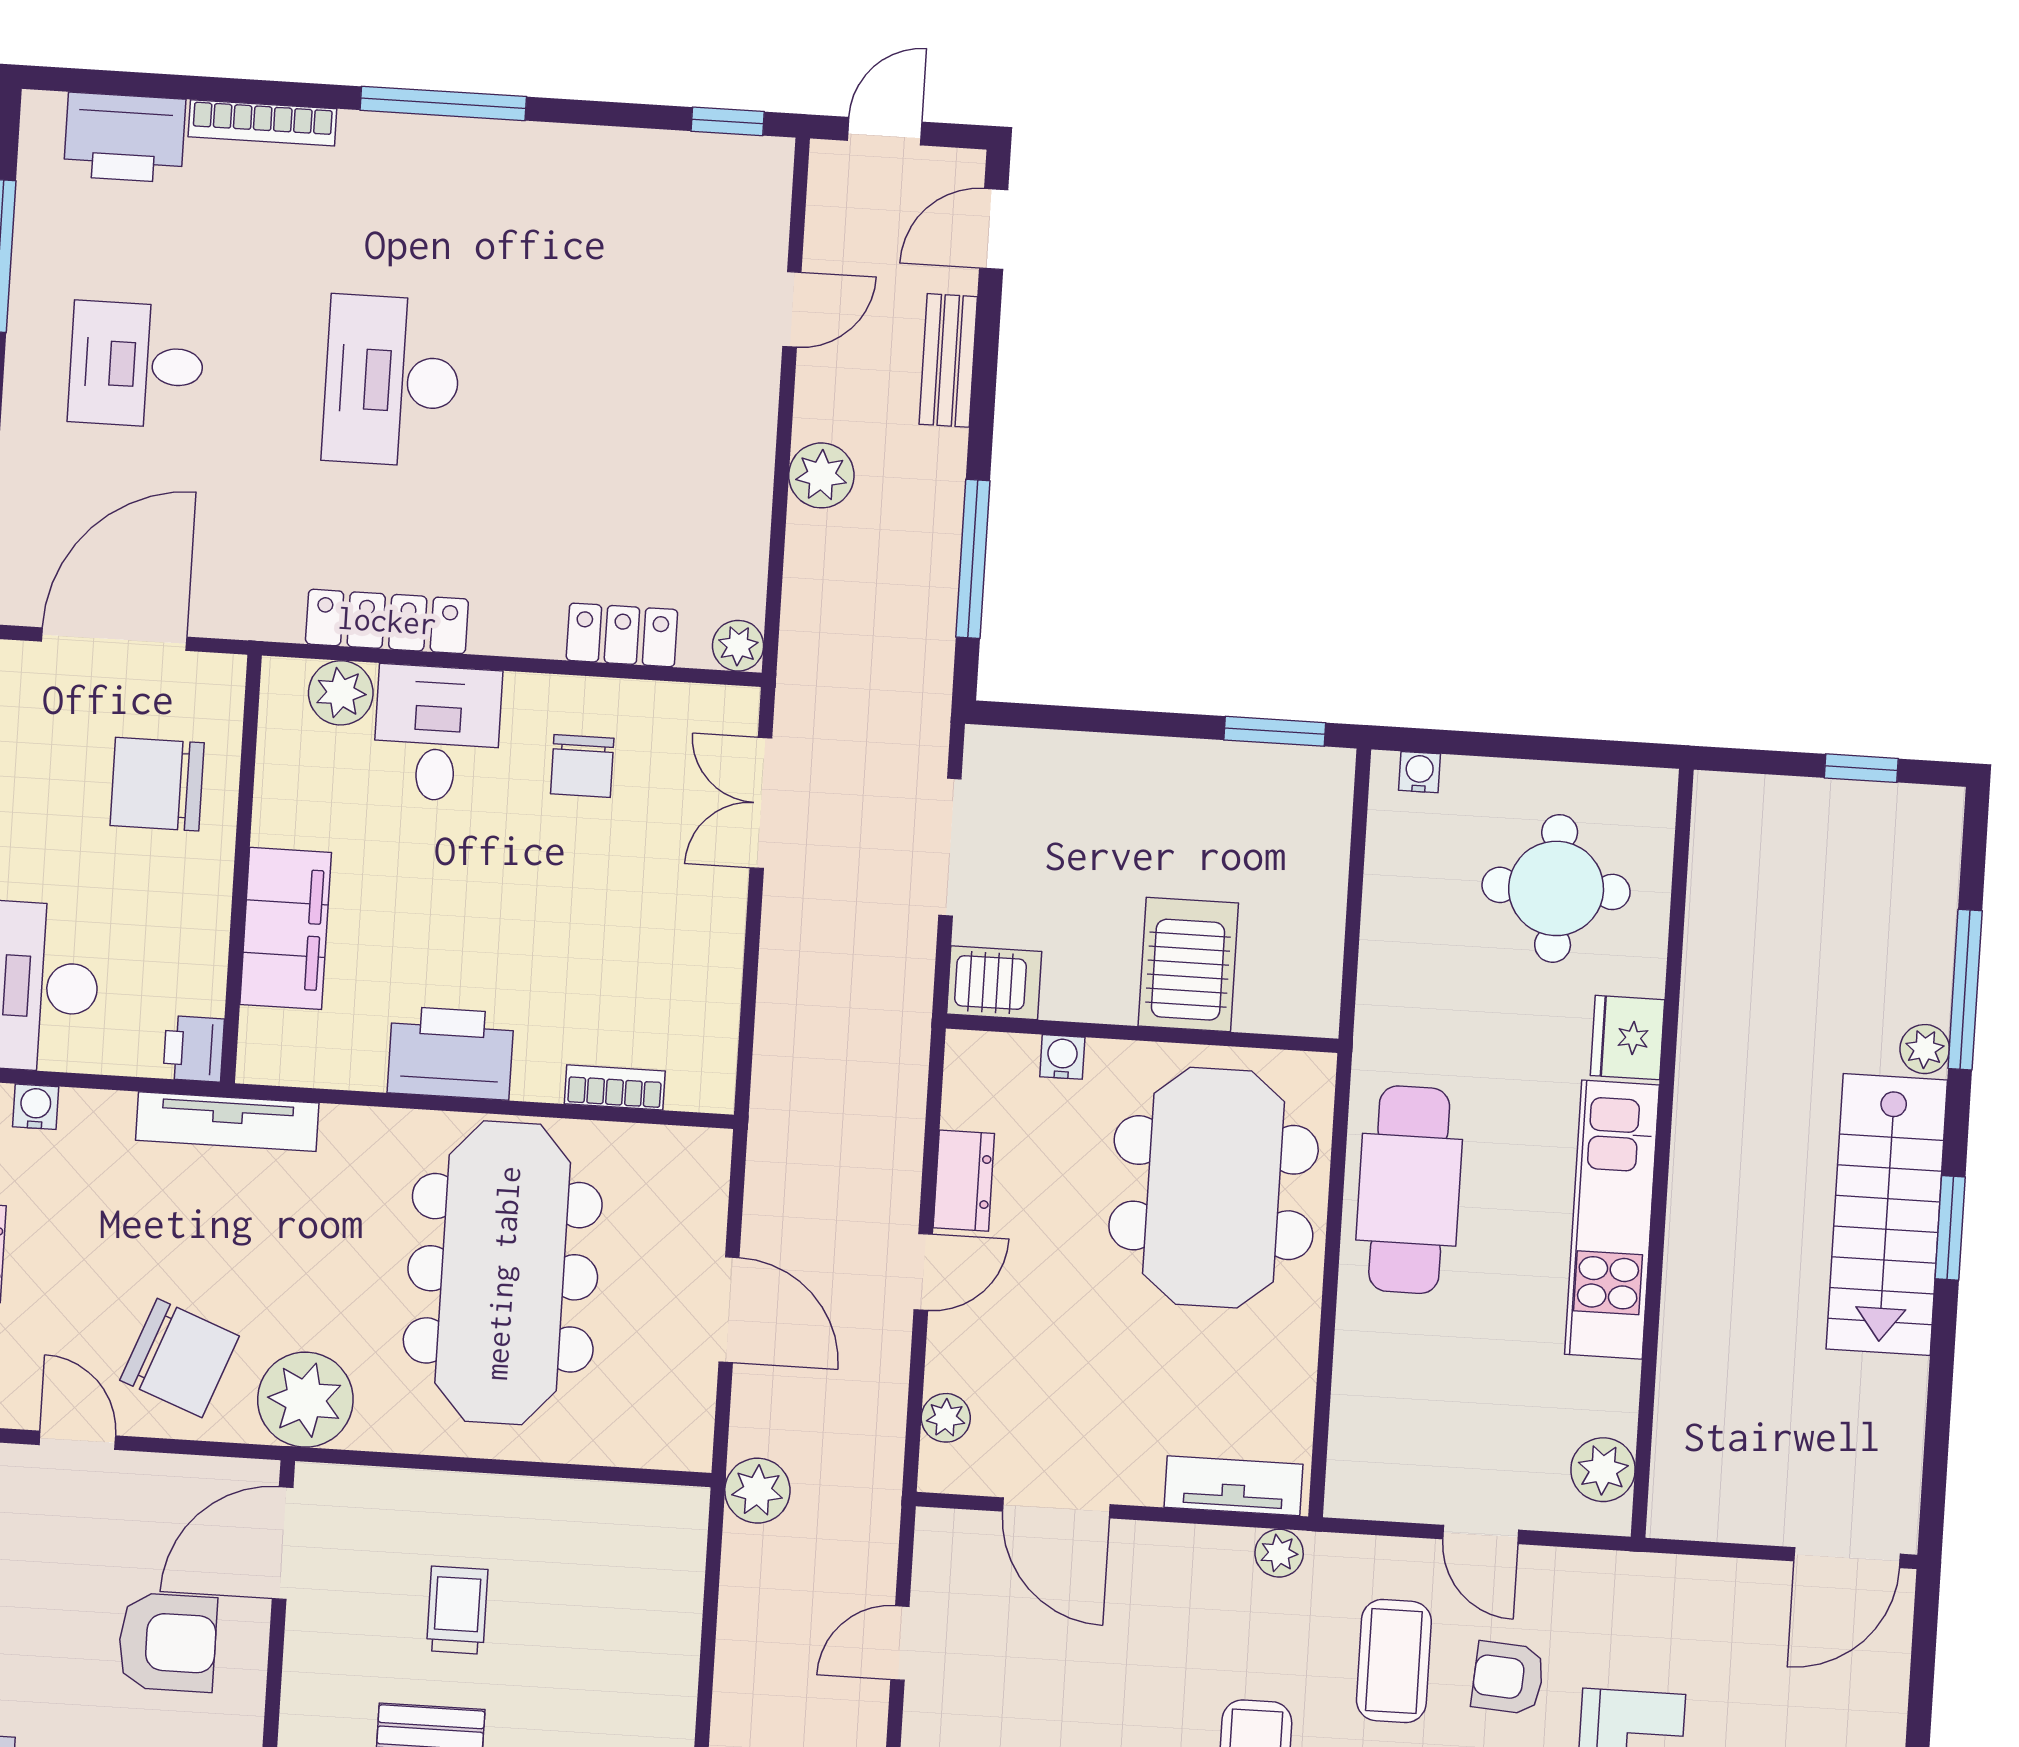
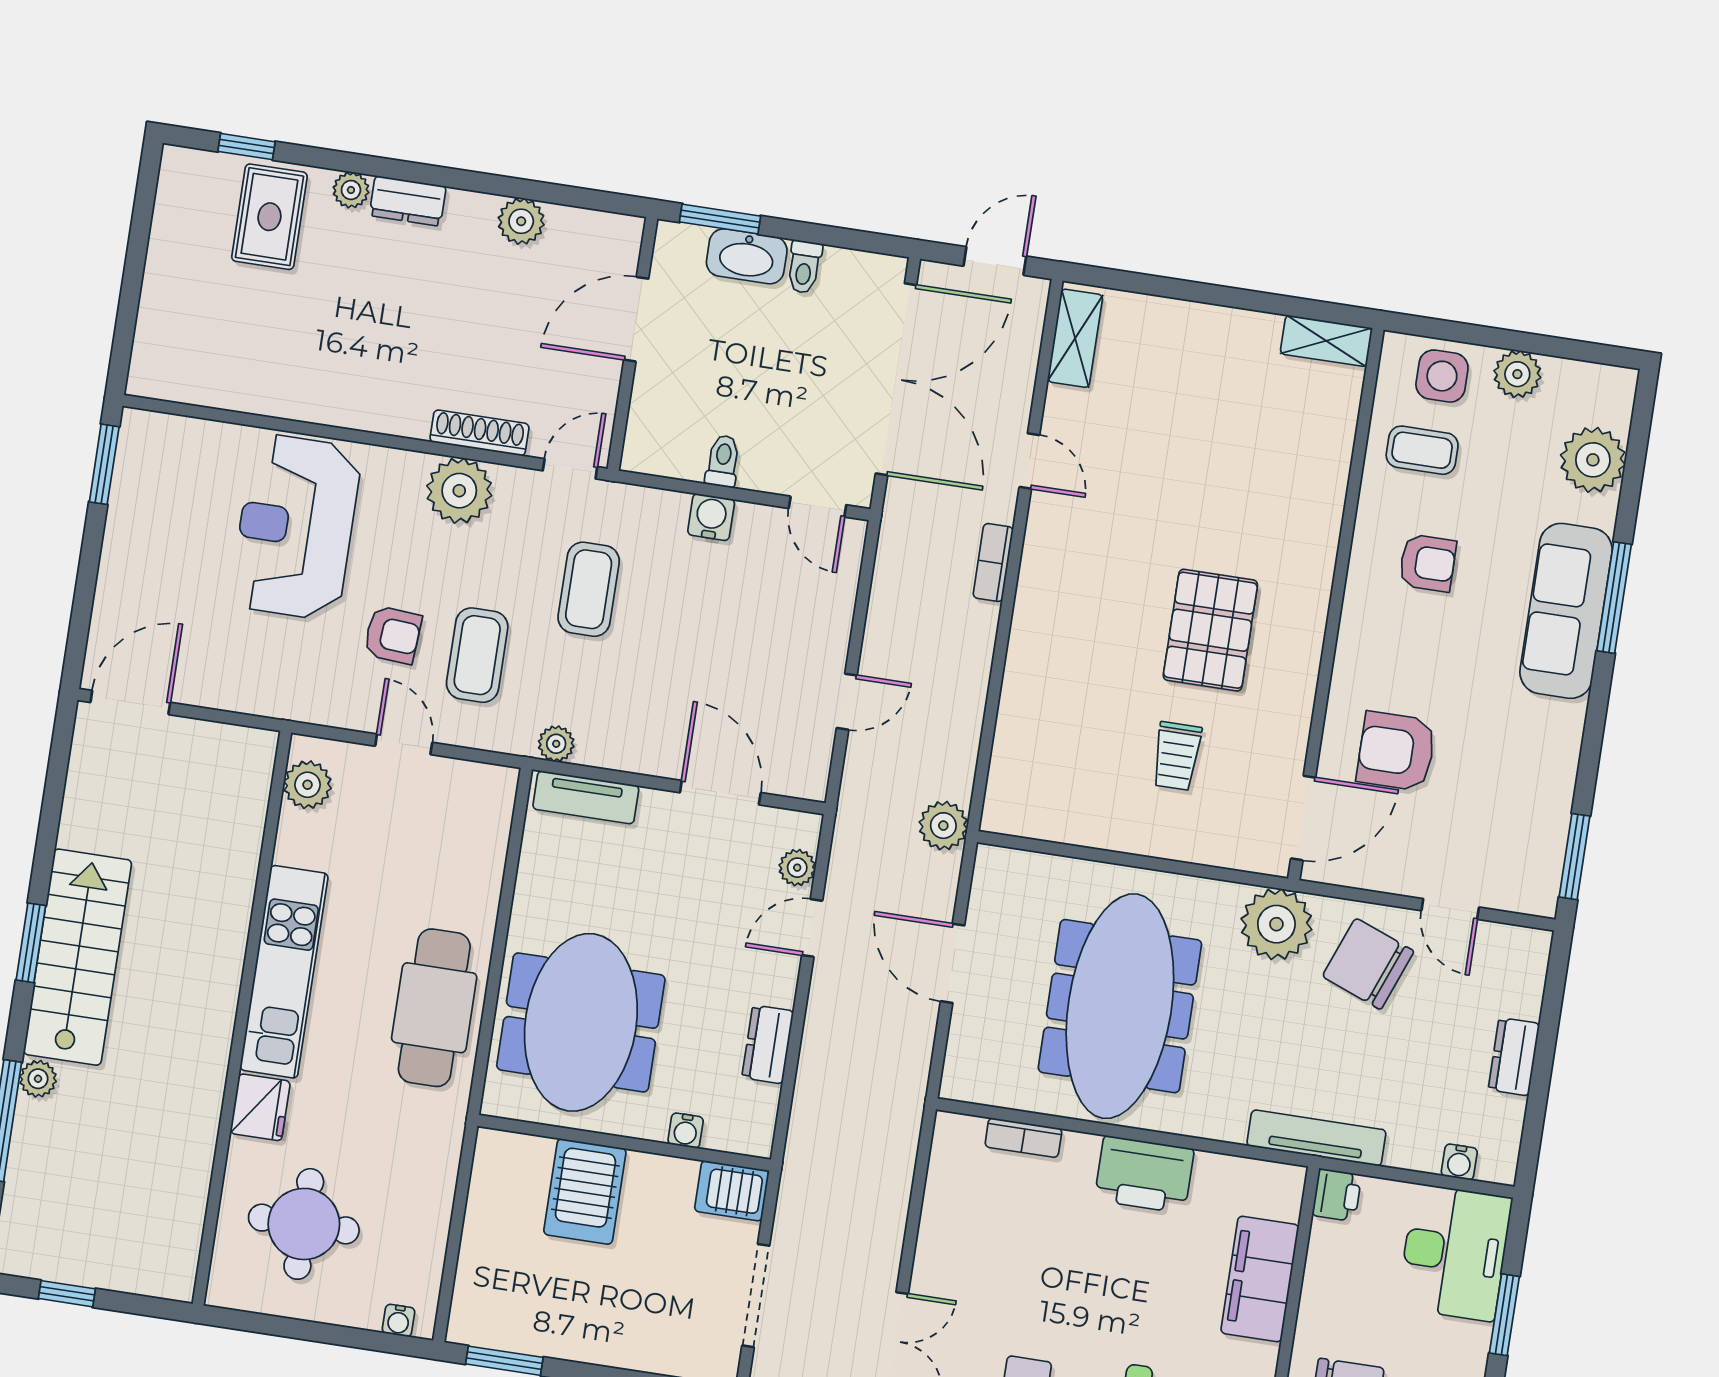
door: (923, 1272) -> (812, 928), moved

